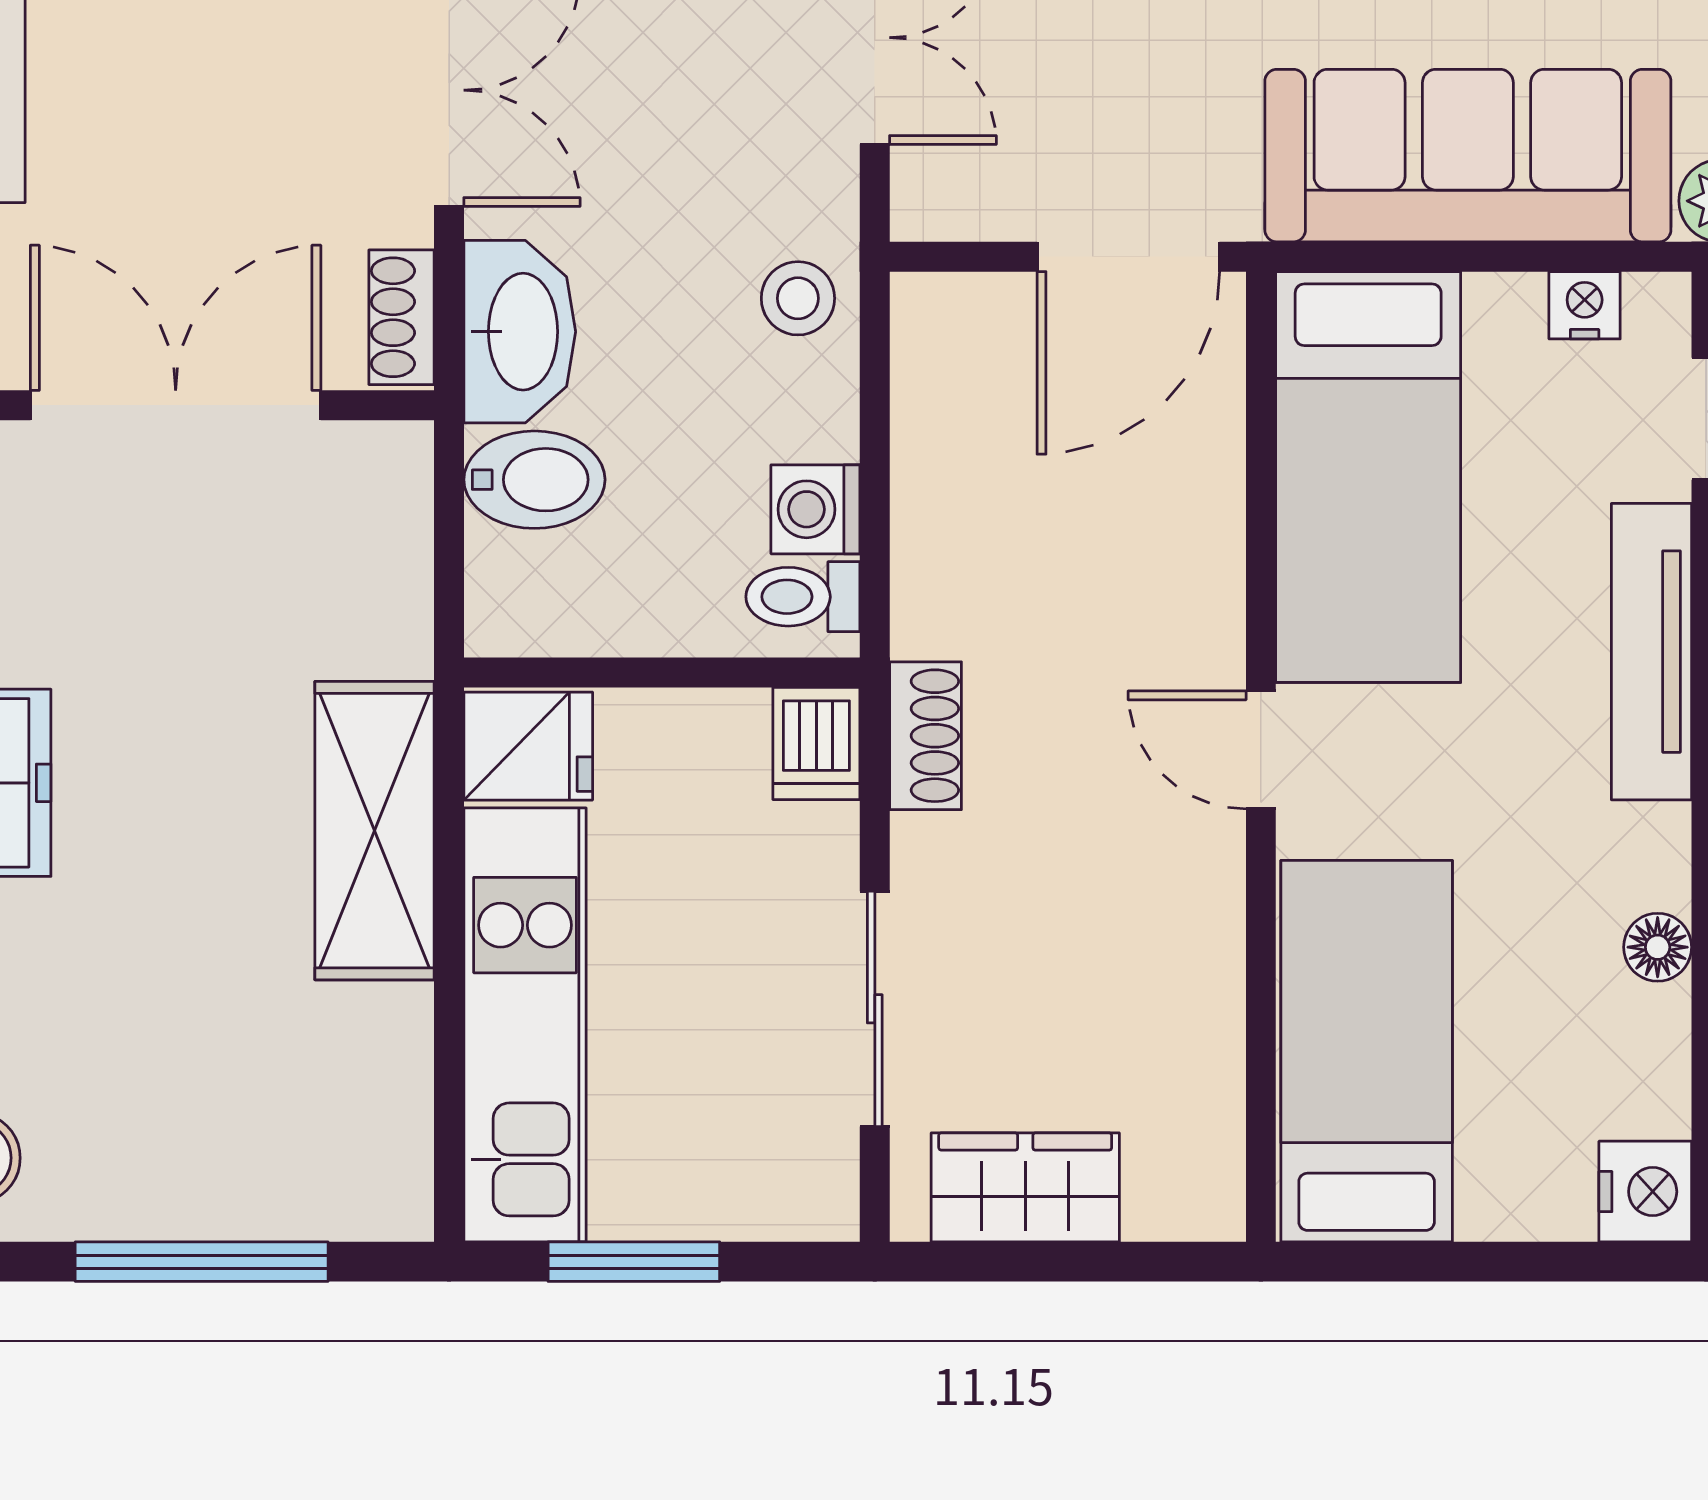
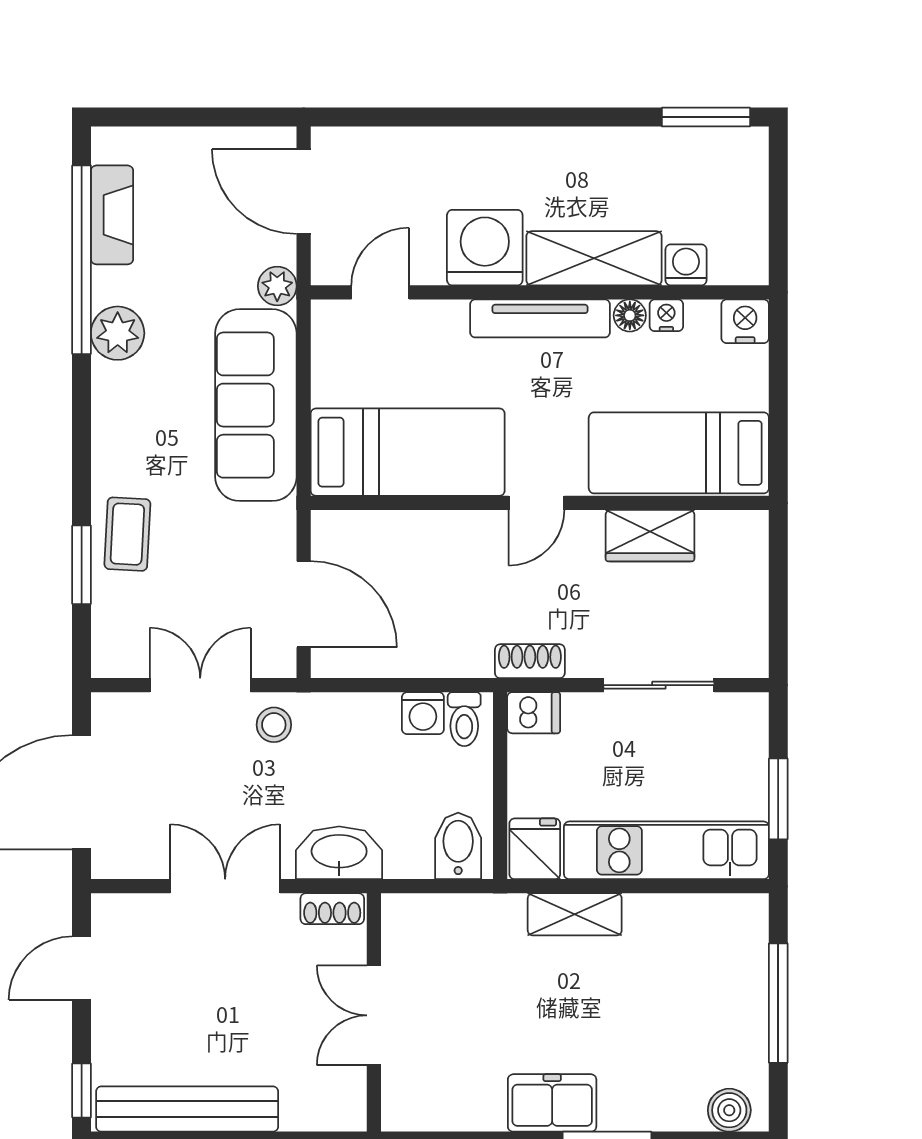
door: (1128, 257) -> (304, 604), moved
stool: (798, 298) -> (274, 725), moved
nightstand: (1585, 305) -> (666, 315), moved, turned 90
double door: (176, 405) -> (374, 1015), width x0.73
bidet: (534, 480) -> (458, 846), moved
tv unit: (1651, 652) -> (540, 318), moved
shelving: (375, 831) -> (575, 914), width x0.67, depth x0.75
wardrobe: (1025, 1187) -> (650, 536), moved, turned -90

